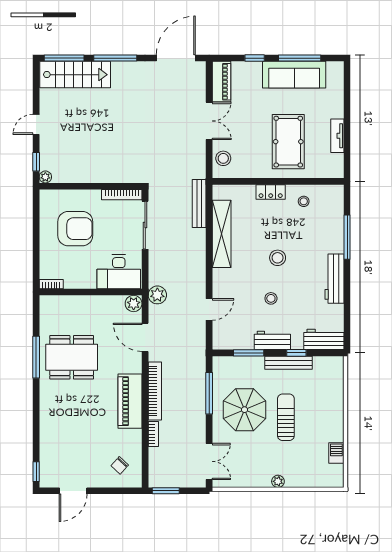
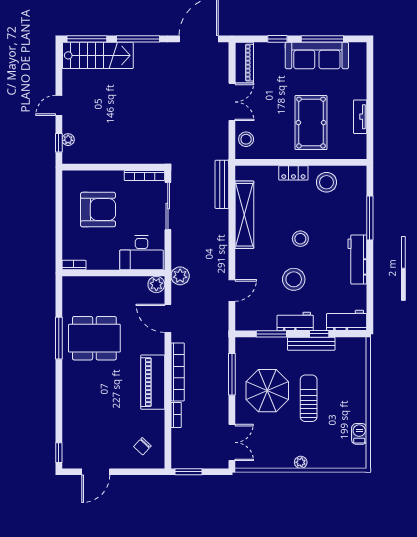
plant: (45, 177) -> (68, 140), moved
stool: (304, 201) -> (326, 182), width x1.89, depth x1.89
stool: (271, 298) -> (294, 279), width x1.89, depth x1.89

